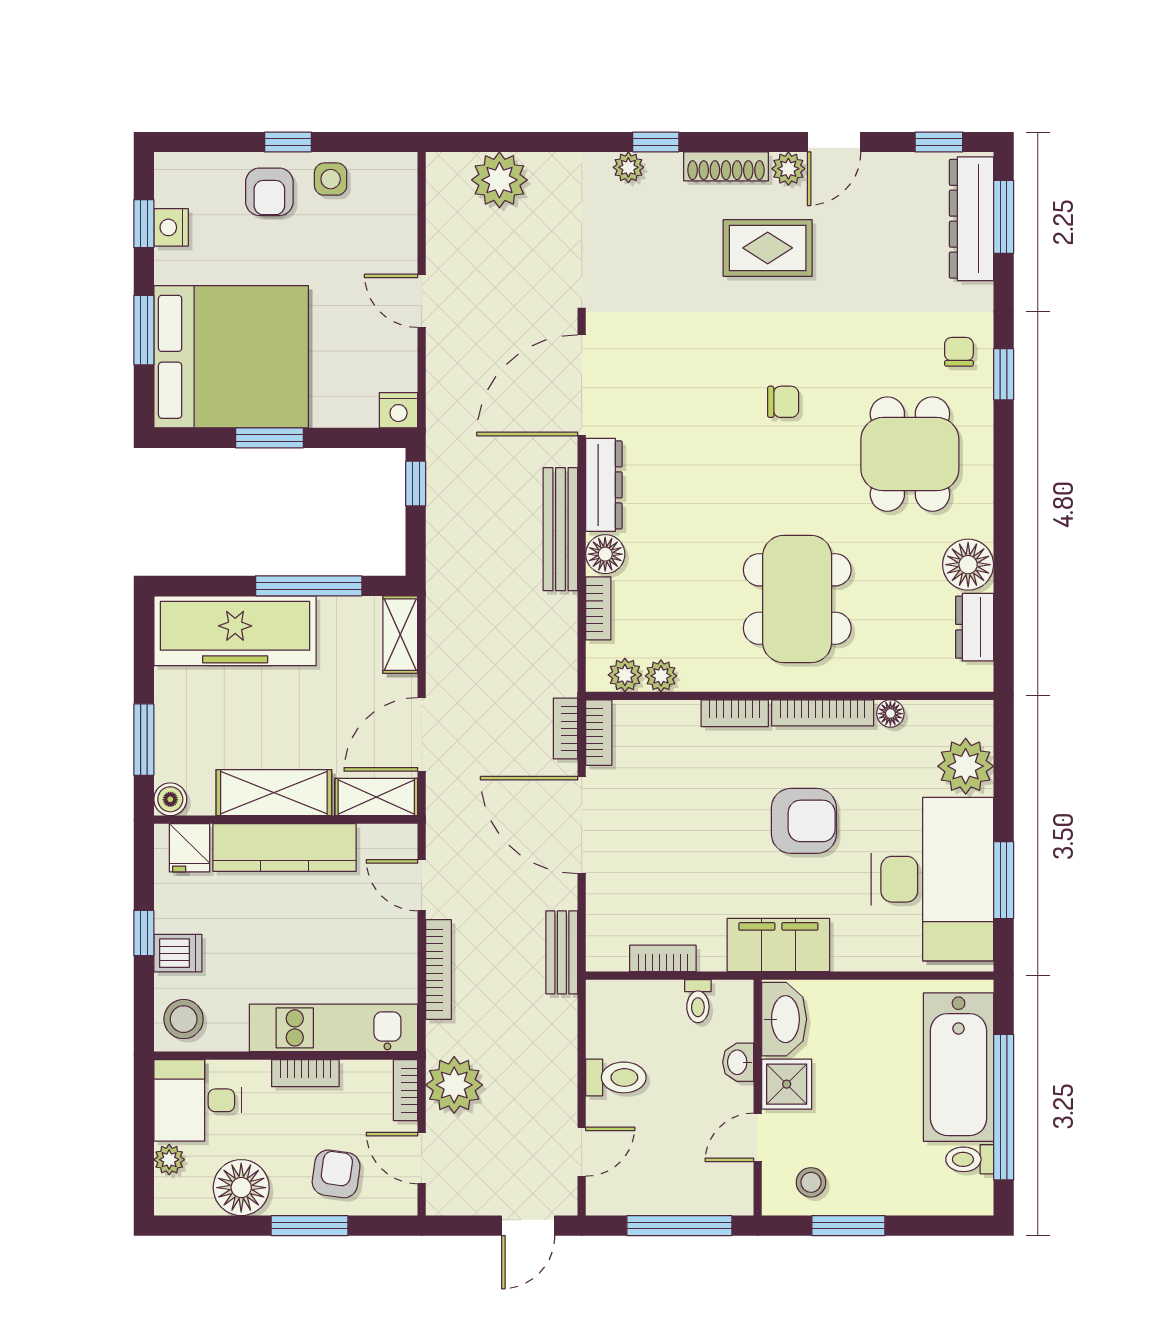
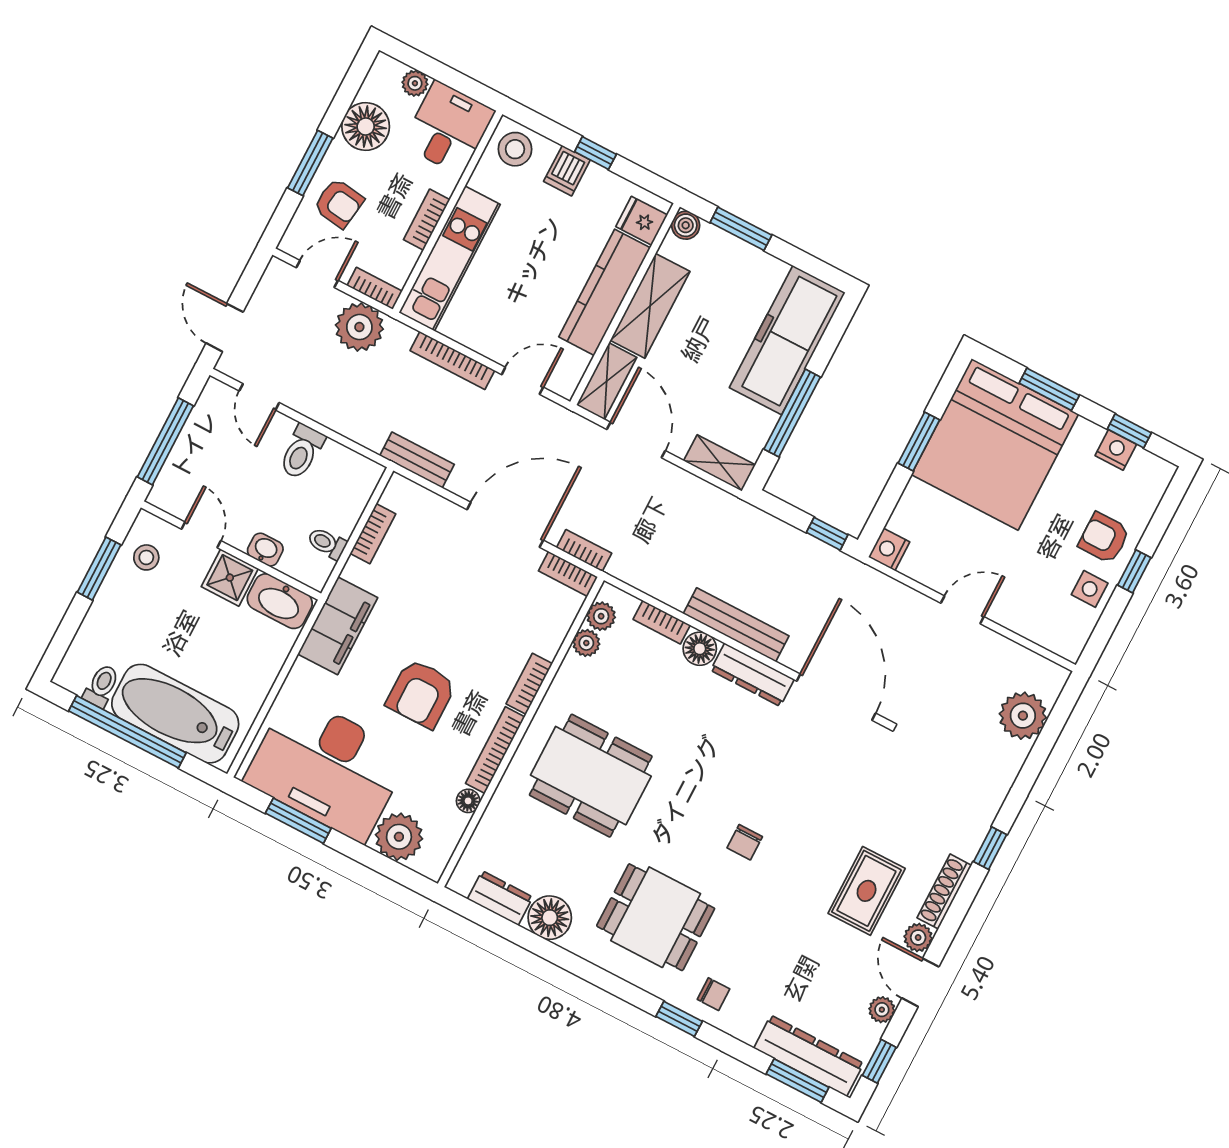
plant: (628, 167) -> (882, 1010), moved

